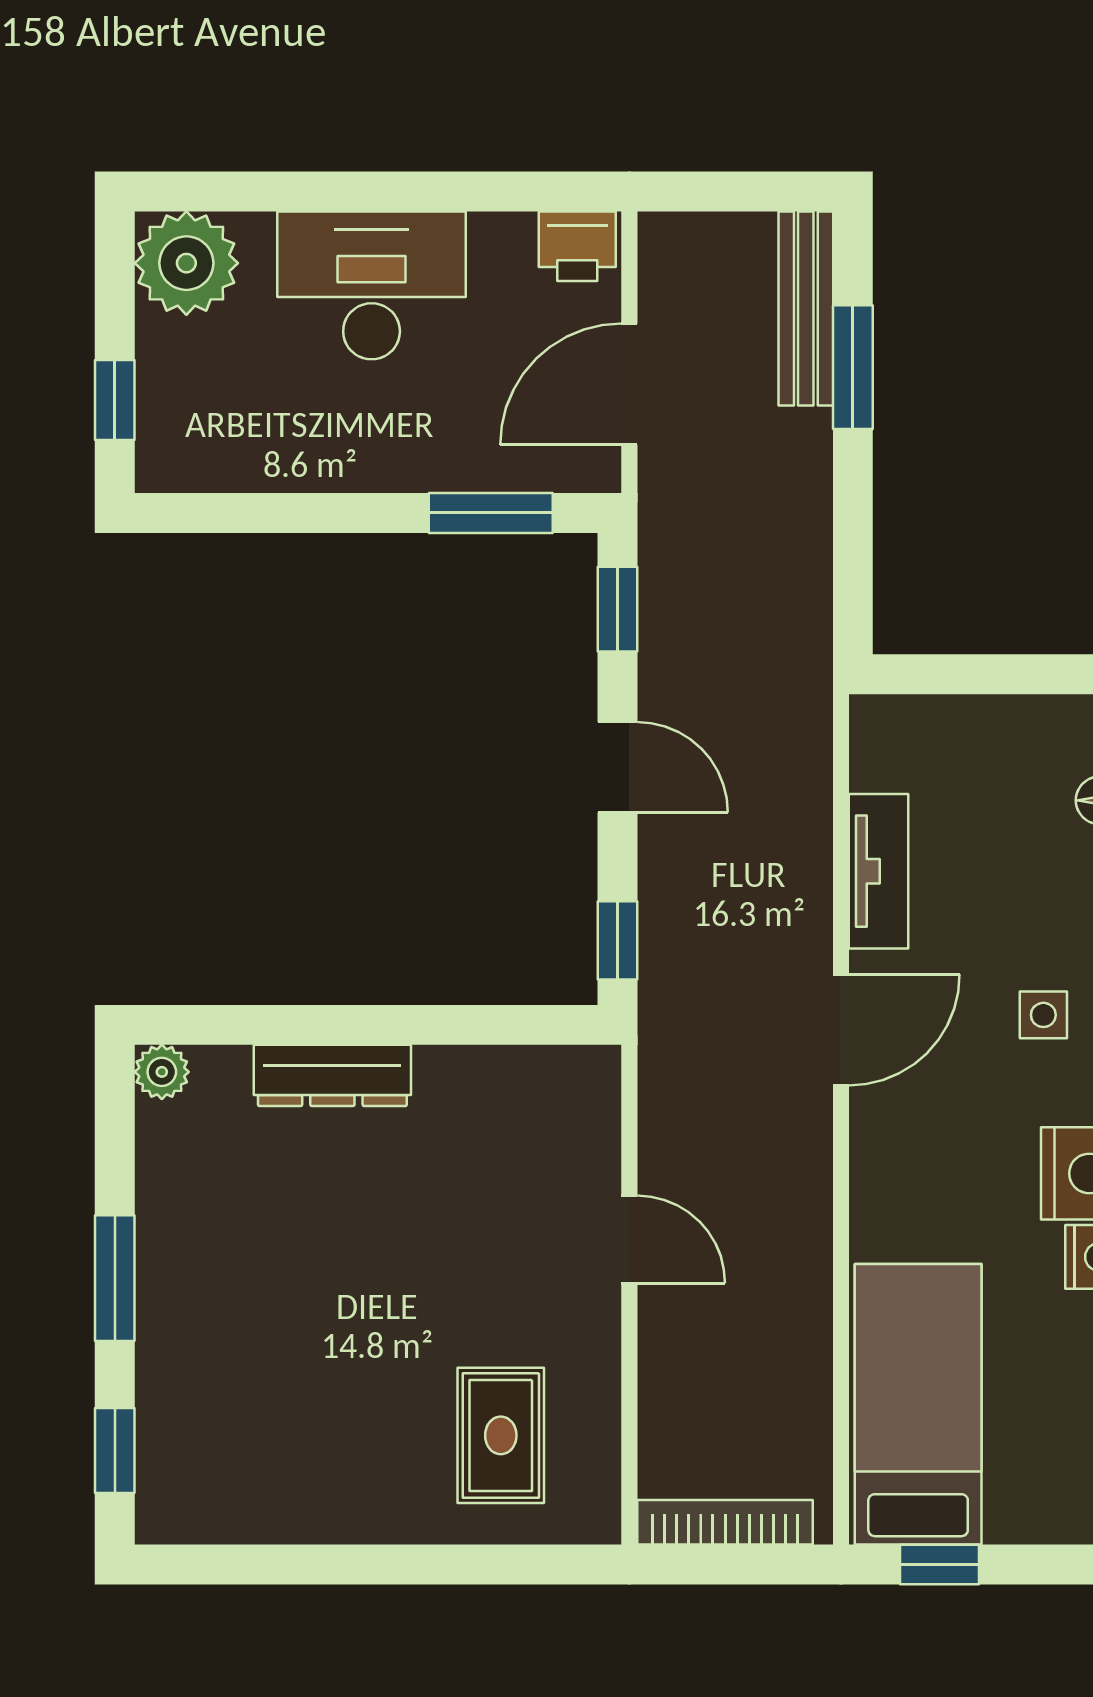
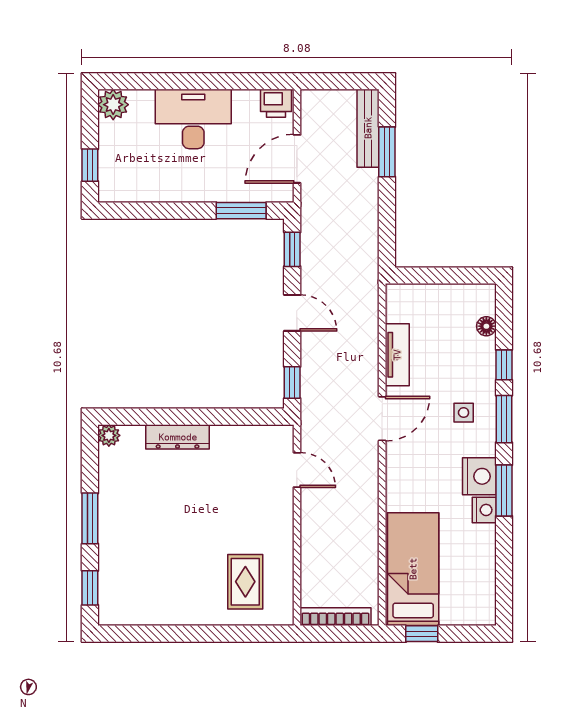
plant: (186, 263) -> (113, 105), width x0.73, depth x0.73
door: (629, 1239) -> (297, 470), moved

